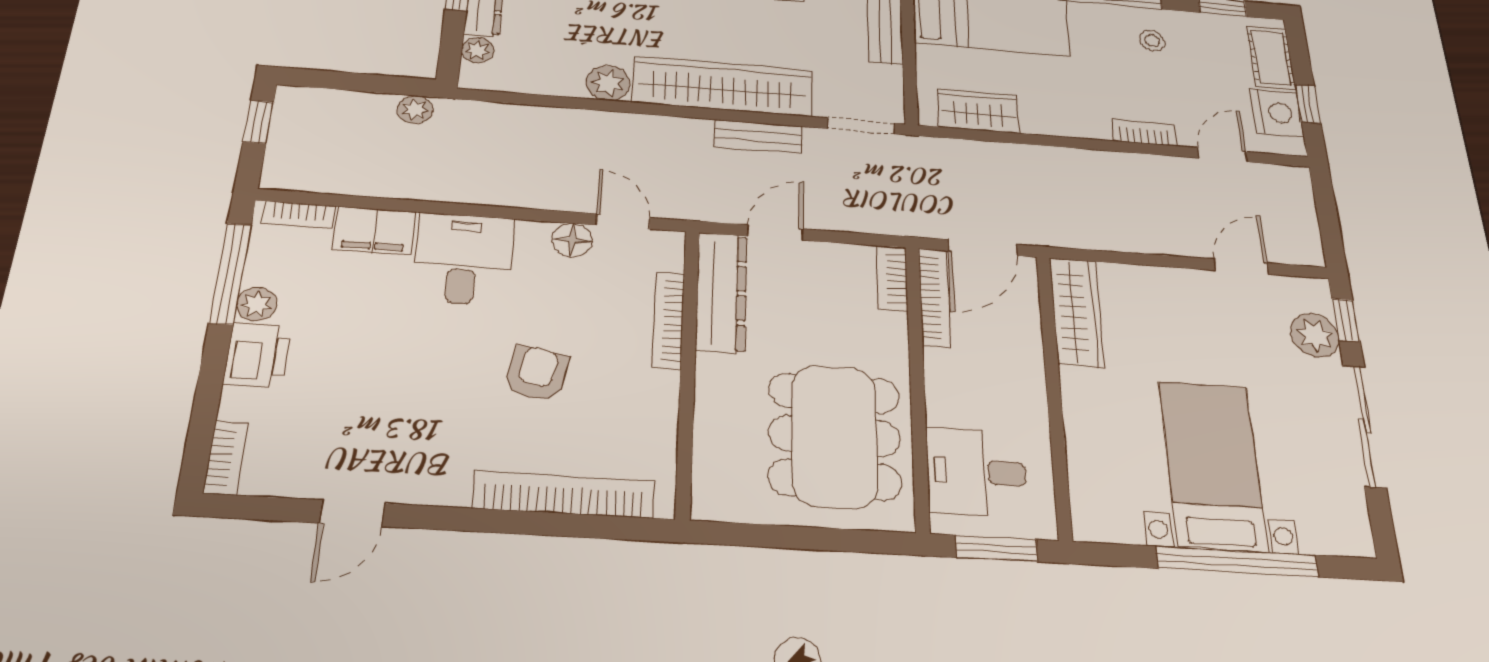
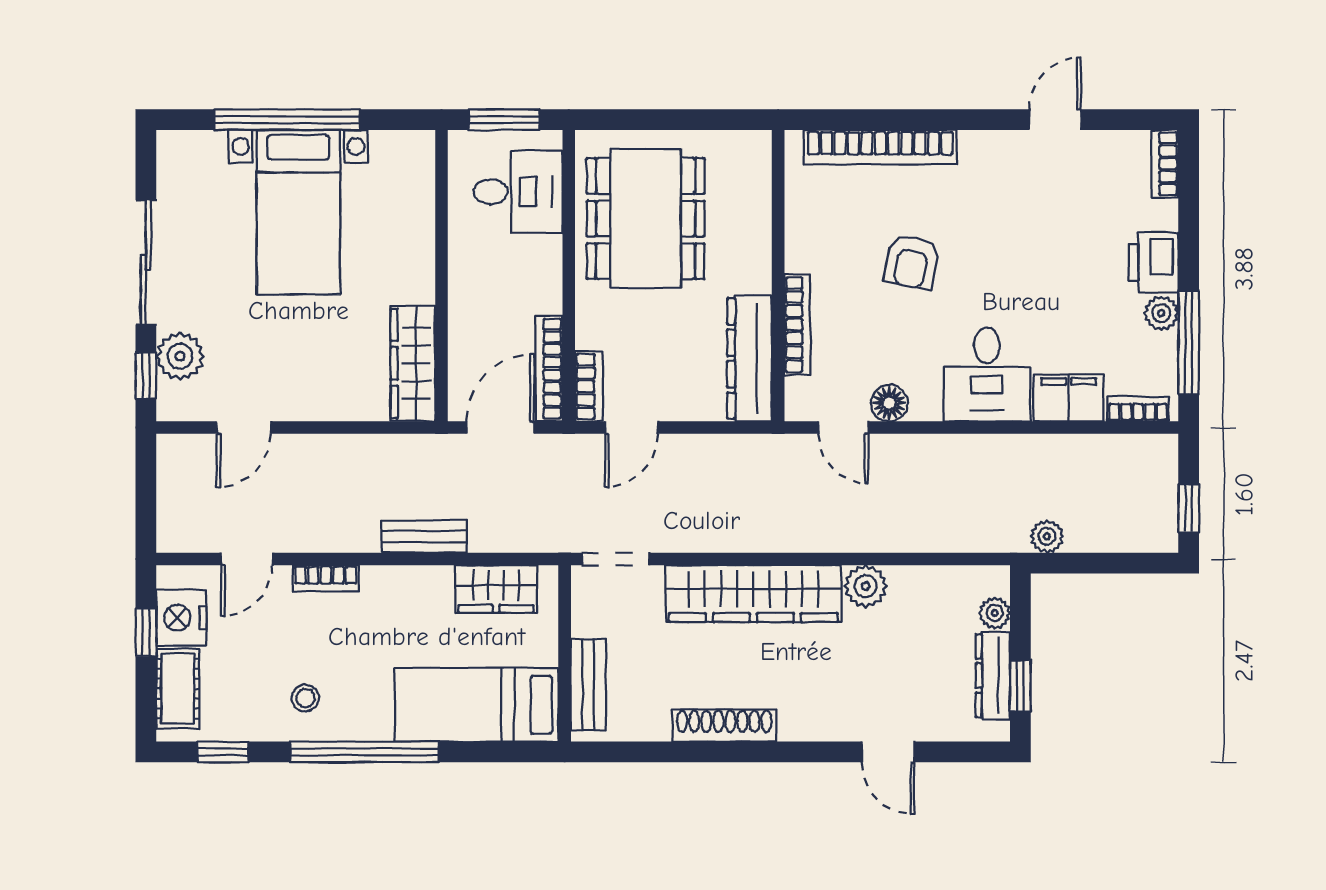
bench: (758, 136) -> (424, 537), moved
door: (775, 233) -> (631, 428), moved

